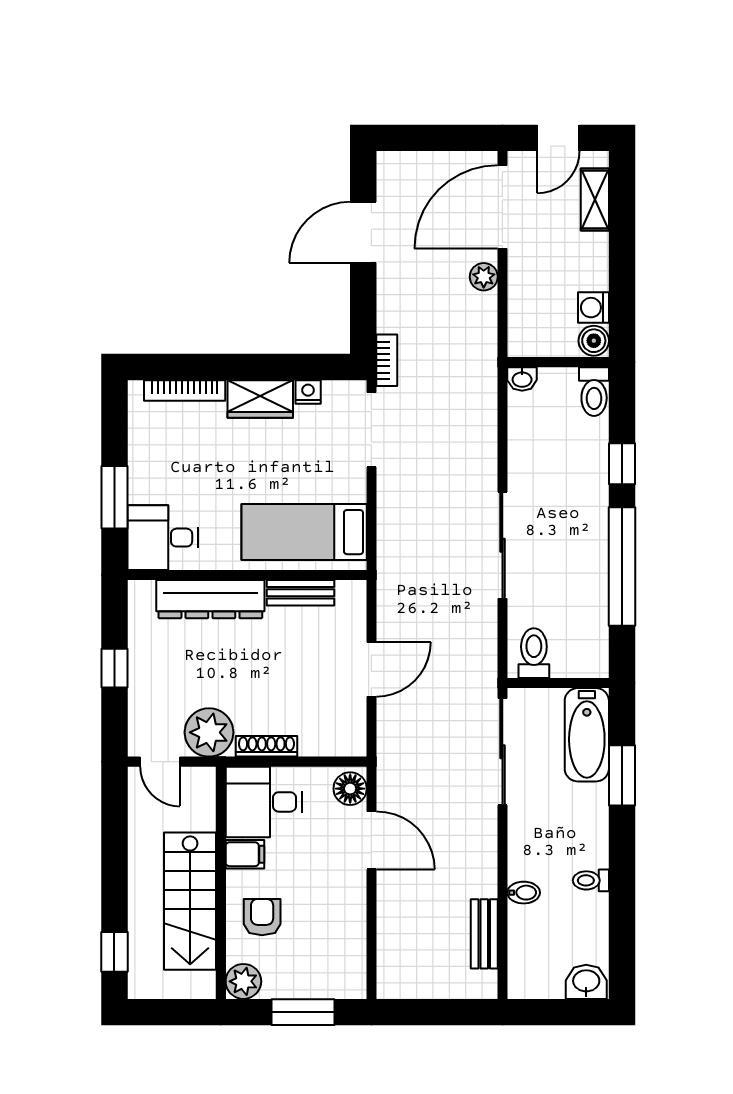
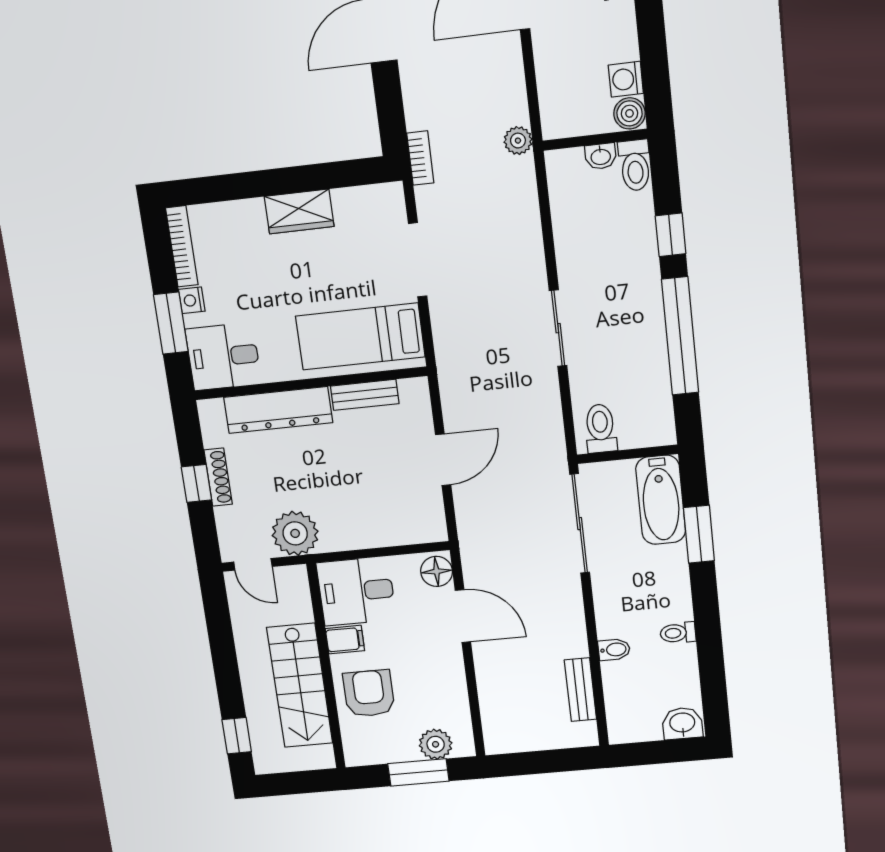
plant: (484, 277) -> (518, 141), moved
washbasin: (522, 379) -> (601, 156), moved
bookcase: (185, 391) -> (182, 246), moved, turned -90
nightstand: (308, 392) -> (192, 300), moved, turned -90
doorway: (371, 430) -> (418, 260), moved
sliding door: (502, 545) -> (558, 328), width x0.73
shoe rack: (266, 746) -> (218, 477), moved, turned 90
armchair: (262, 917) -> (369, 693), width x1.38, depth x1.38
plant: (243, 981) -> (436, 744), moved

